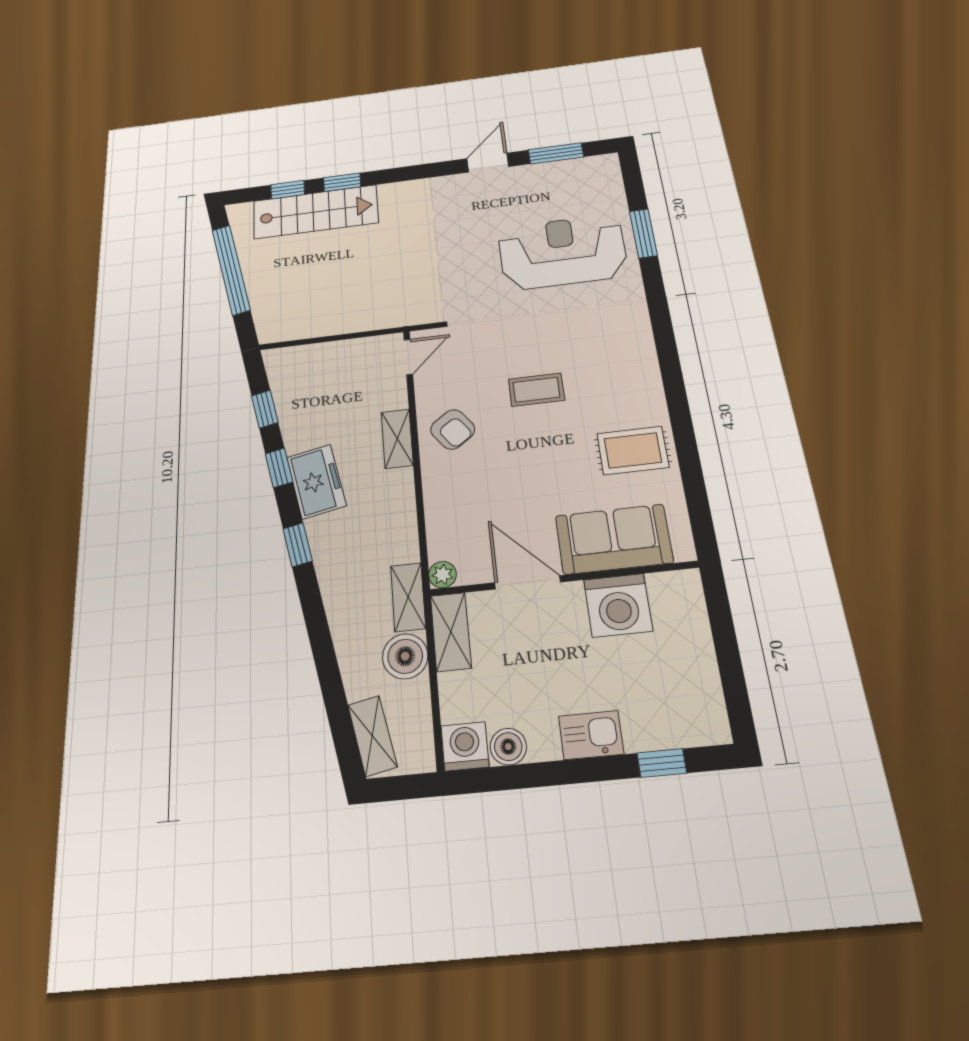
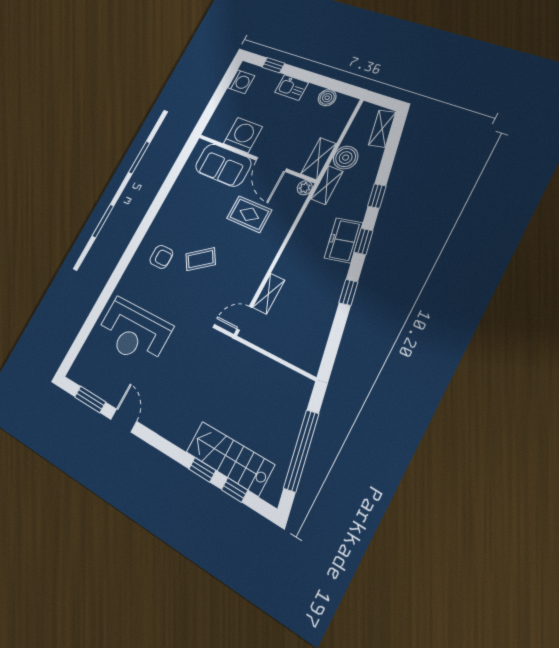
door: (488, 163) -> (124, 420), swing flipped
window: (643, 233) -> (93, 316), removed
coffee table: (536, 390) -> (201, 259), turned -35
window: (265, 409) -> (377, 196), moved
armchair: (453, 429) -> (161, 257), moved, turned 126
shelving: (397, 439) -> (269, 294), moved
rug: (633, 450) -> (249, 214), moved
freezer: (316, 481) -> (343, 240), moved
washing machine: (465, 746) -> (241, 82), moved, turned -90

